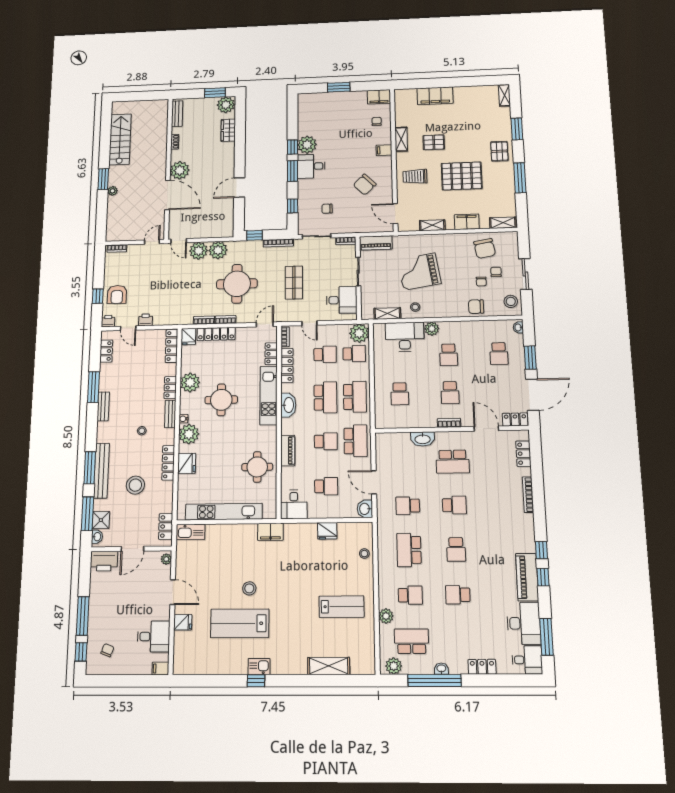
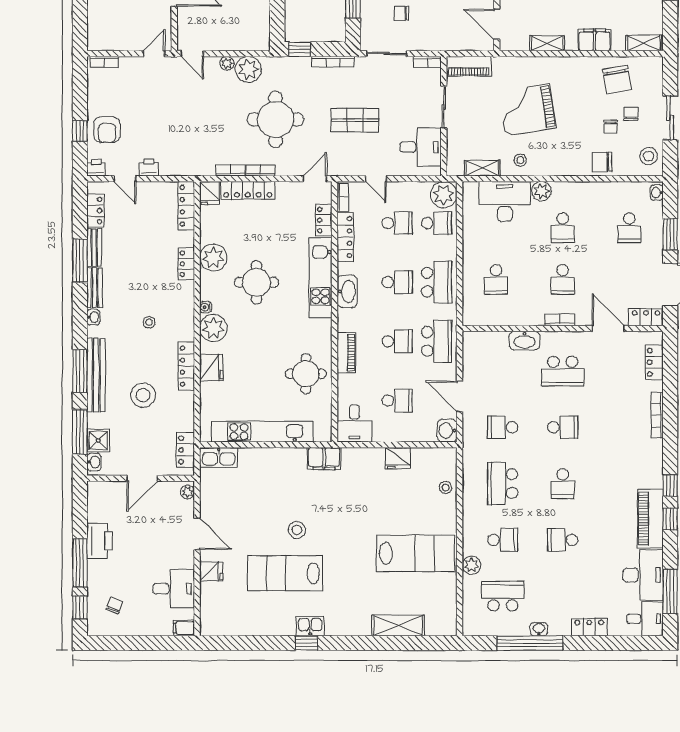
plant: (199, 251) -> (227, 63), width x0.53, depth x0.53
shop shelf: (294, 283) -> (355, 120), turned 90
school desk: (325, 397) -> (397, 282), width x0.54
bench: (170, 414) -> (94, 248), moved
washbasin: (101, 428) -> (93, 317), added
printer: (104, 561) -> (100, 541), moved, turned -90
lab bench: (342, 607) -> (415, 553), width x1.36, depth x1.39
plant: (394, 666) -> (480, 626), removed

